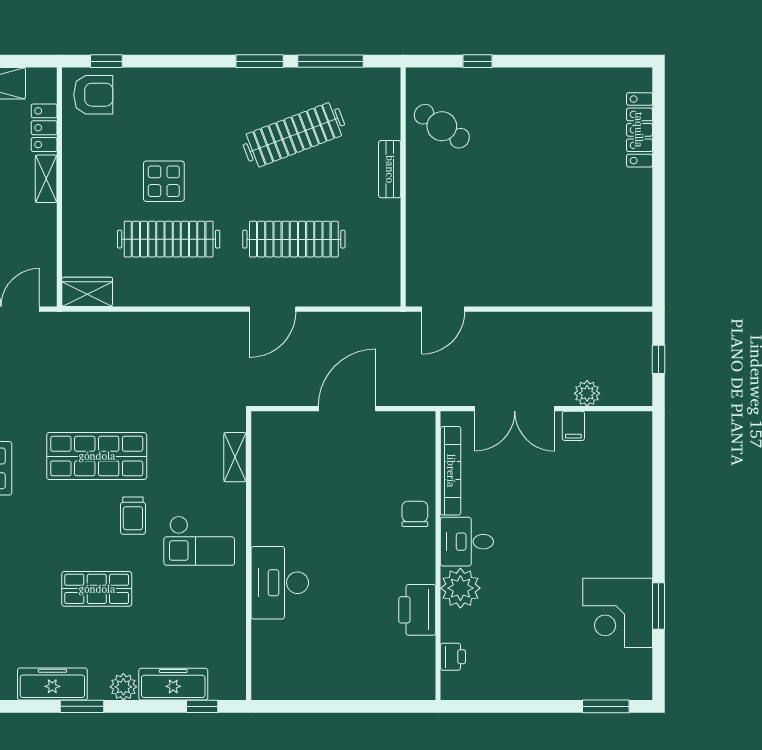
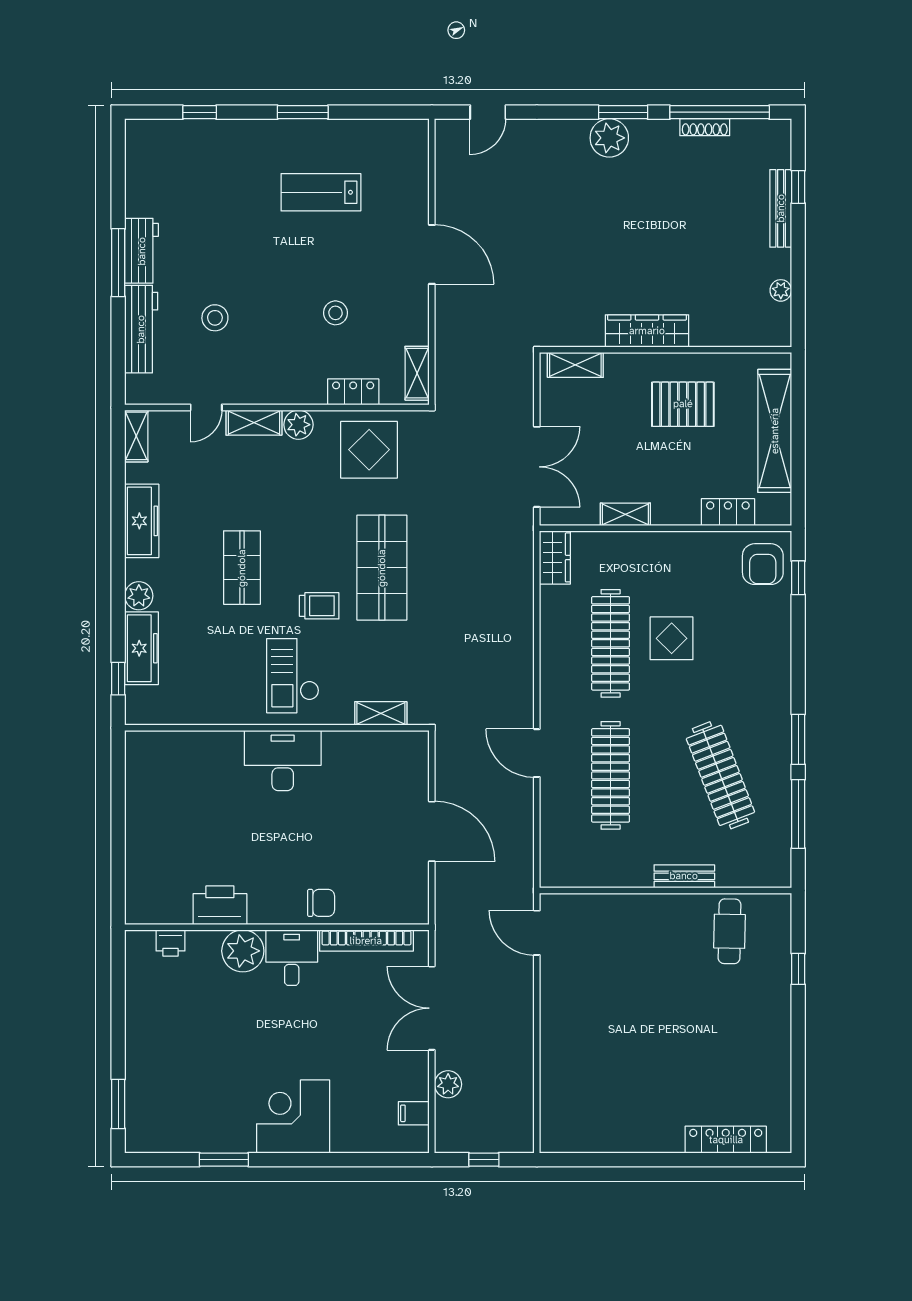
cafe table: (442, 126) -> (730, 931), turned -33
shelving: (46, 179) -> (625, 514), moved
filing cabinet: (573, 426) -> (414, 1113), moved
trolley: (133, 516) -> (319, 606), turned 180
desk: (280, 583) -> (283, 761), moved
corner desk: (618, 613) -> (293, 1116), moved
window: (82, 706) -> (118, 552), removed

